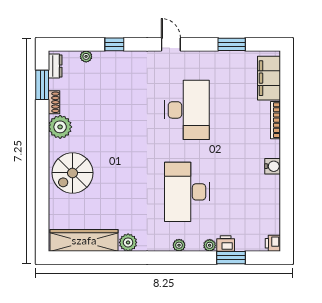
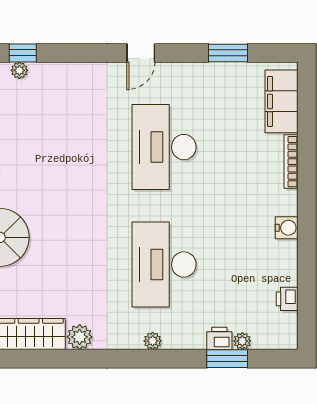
window: (114, 44) -> (23, 53), moved
door: (171, 44) -> (141, 53), swing flipped
desk: (187, 110) -> (164, 147), turned 180
printer: (273, 243) -> (287, 299), moved
plant: (210, 245) -> (242, 341), moved

